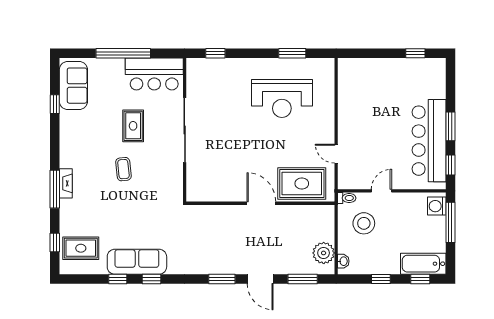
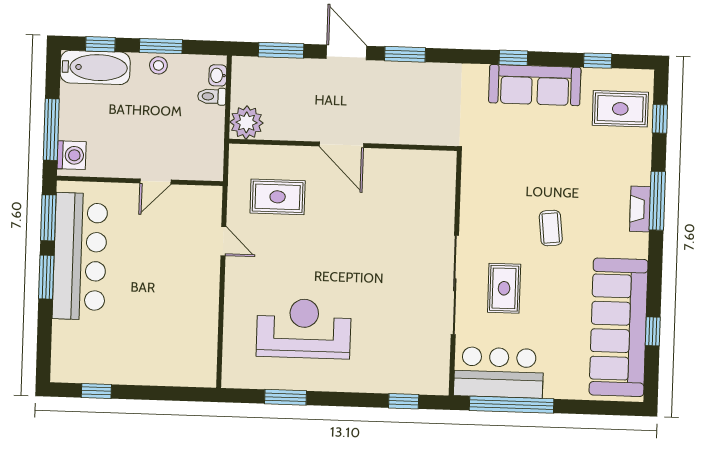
window: (123, 53) -> (512, 405), moved
sofa: (73, 86) -> (619, 327), width x1.85, depth x1.27
rug: (133, 126) -> (504, 288), moved
window: (450, 165) -> (48, 218), width x1.50
rug: (302, 183) -> (278, 197), width x0.73, depth x0.70
toilet: (347, 198) -> (212, 96), moved
wall: (260, 203) -> (343, 145), moved
door: (261, 203) -> (341, 145), moved
stool: (364, 223) -> (158, 65), moved, width x0.53, depth x0.53
plant: (324, 253) -> (247, 122), moved
window: (118, 279) -> (598, 61), moved
window: (381, 279) -> (161, 46), width x1.50

